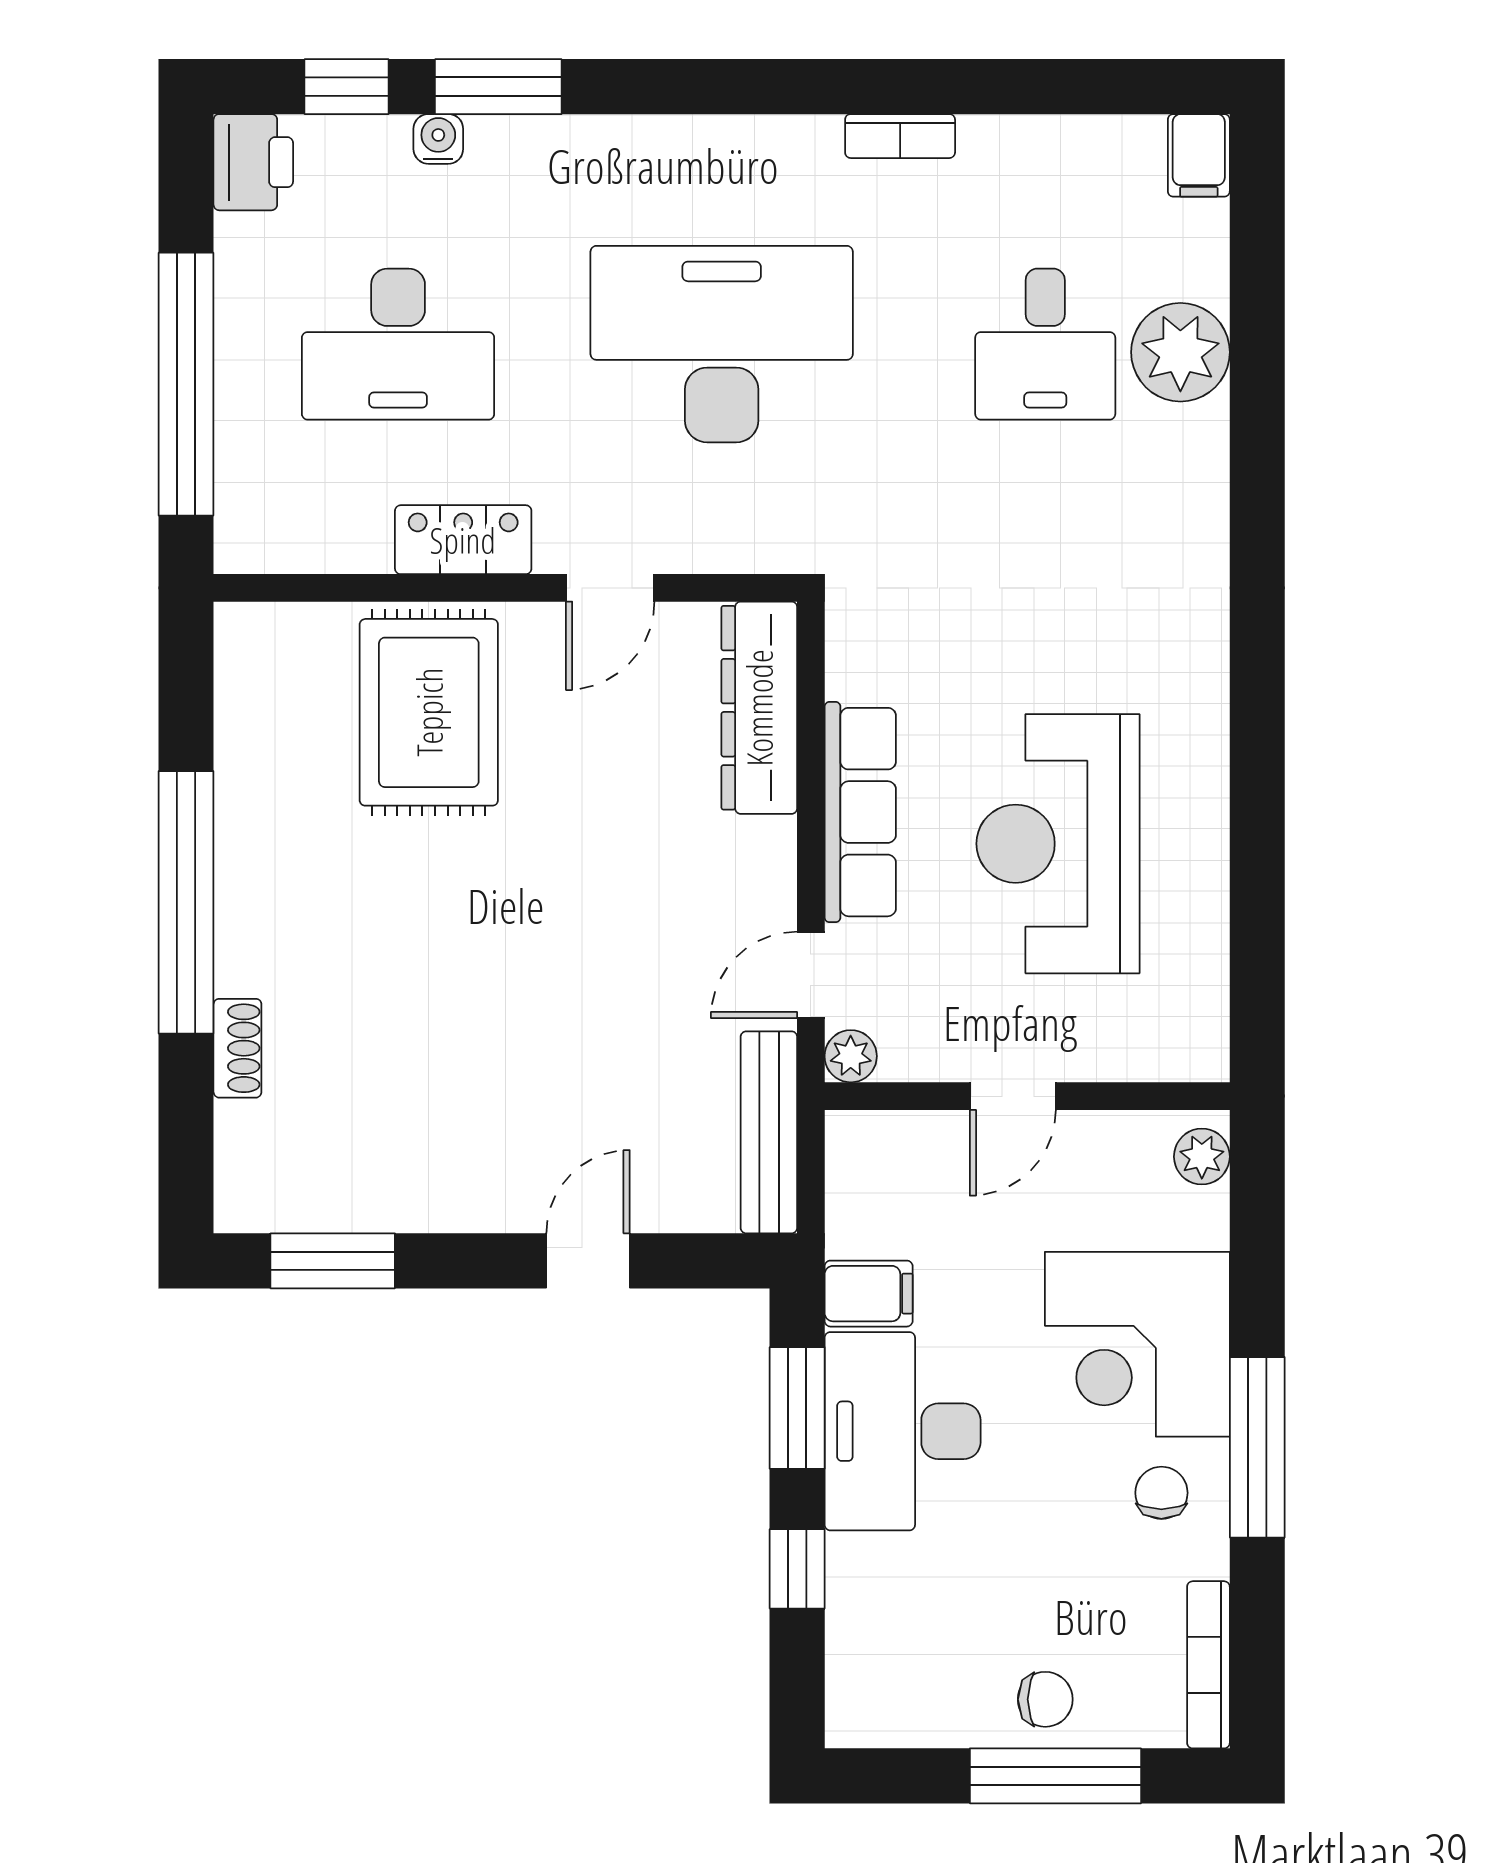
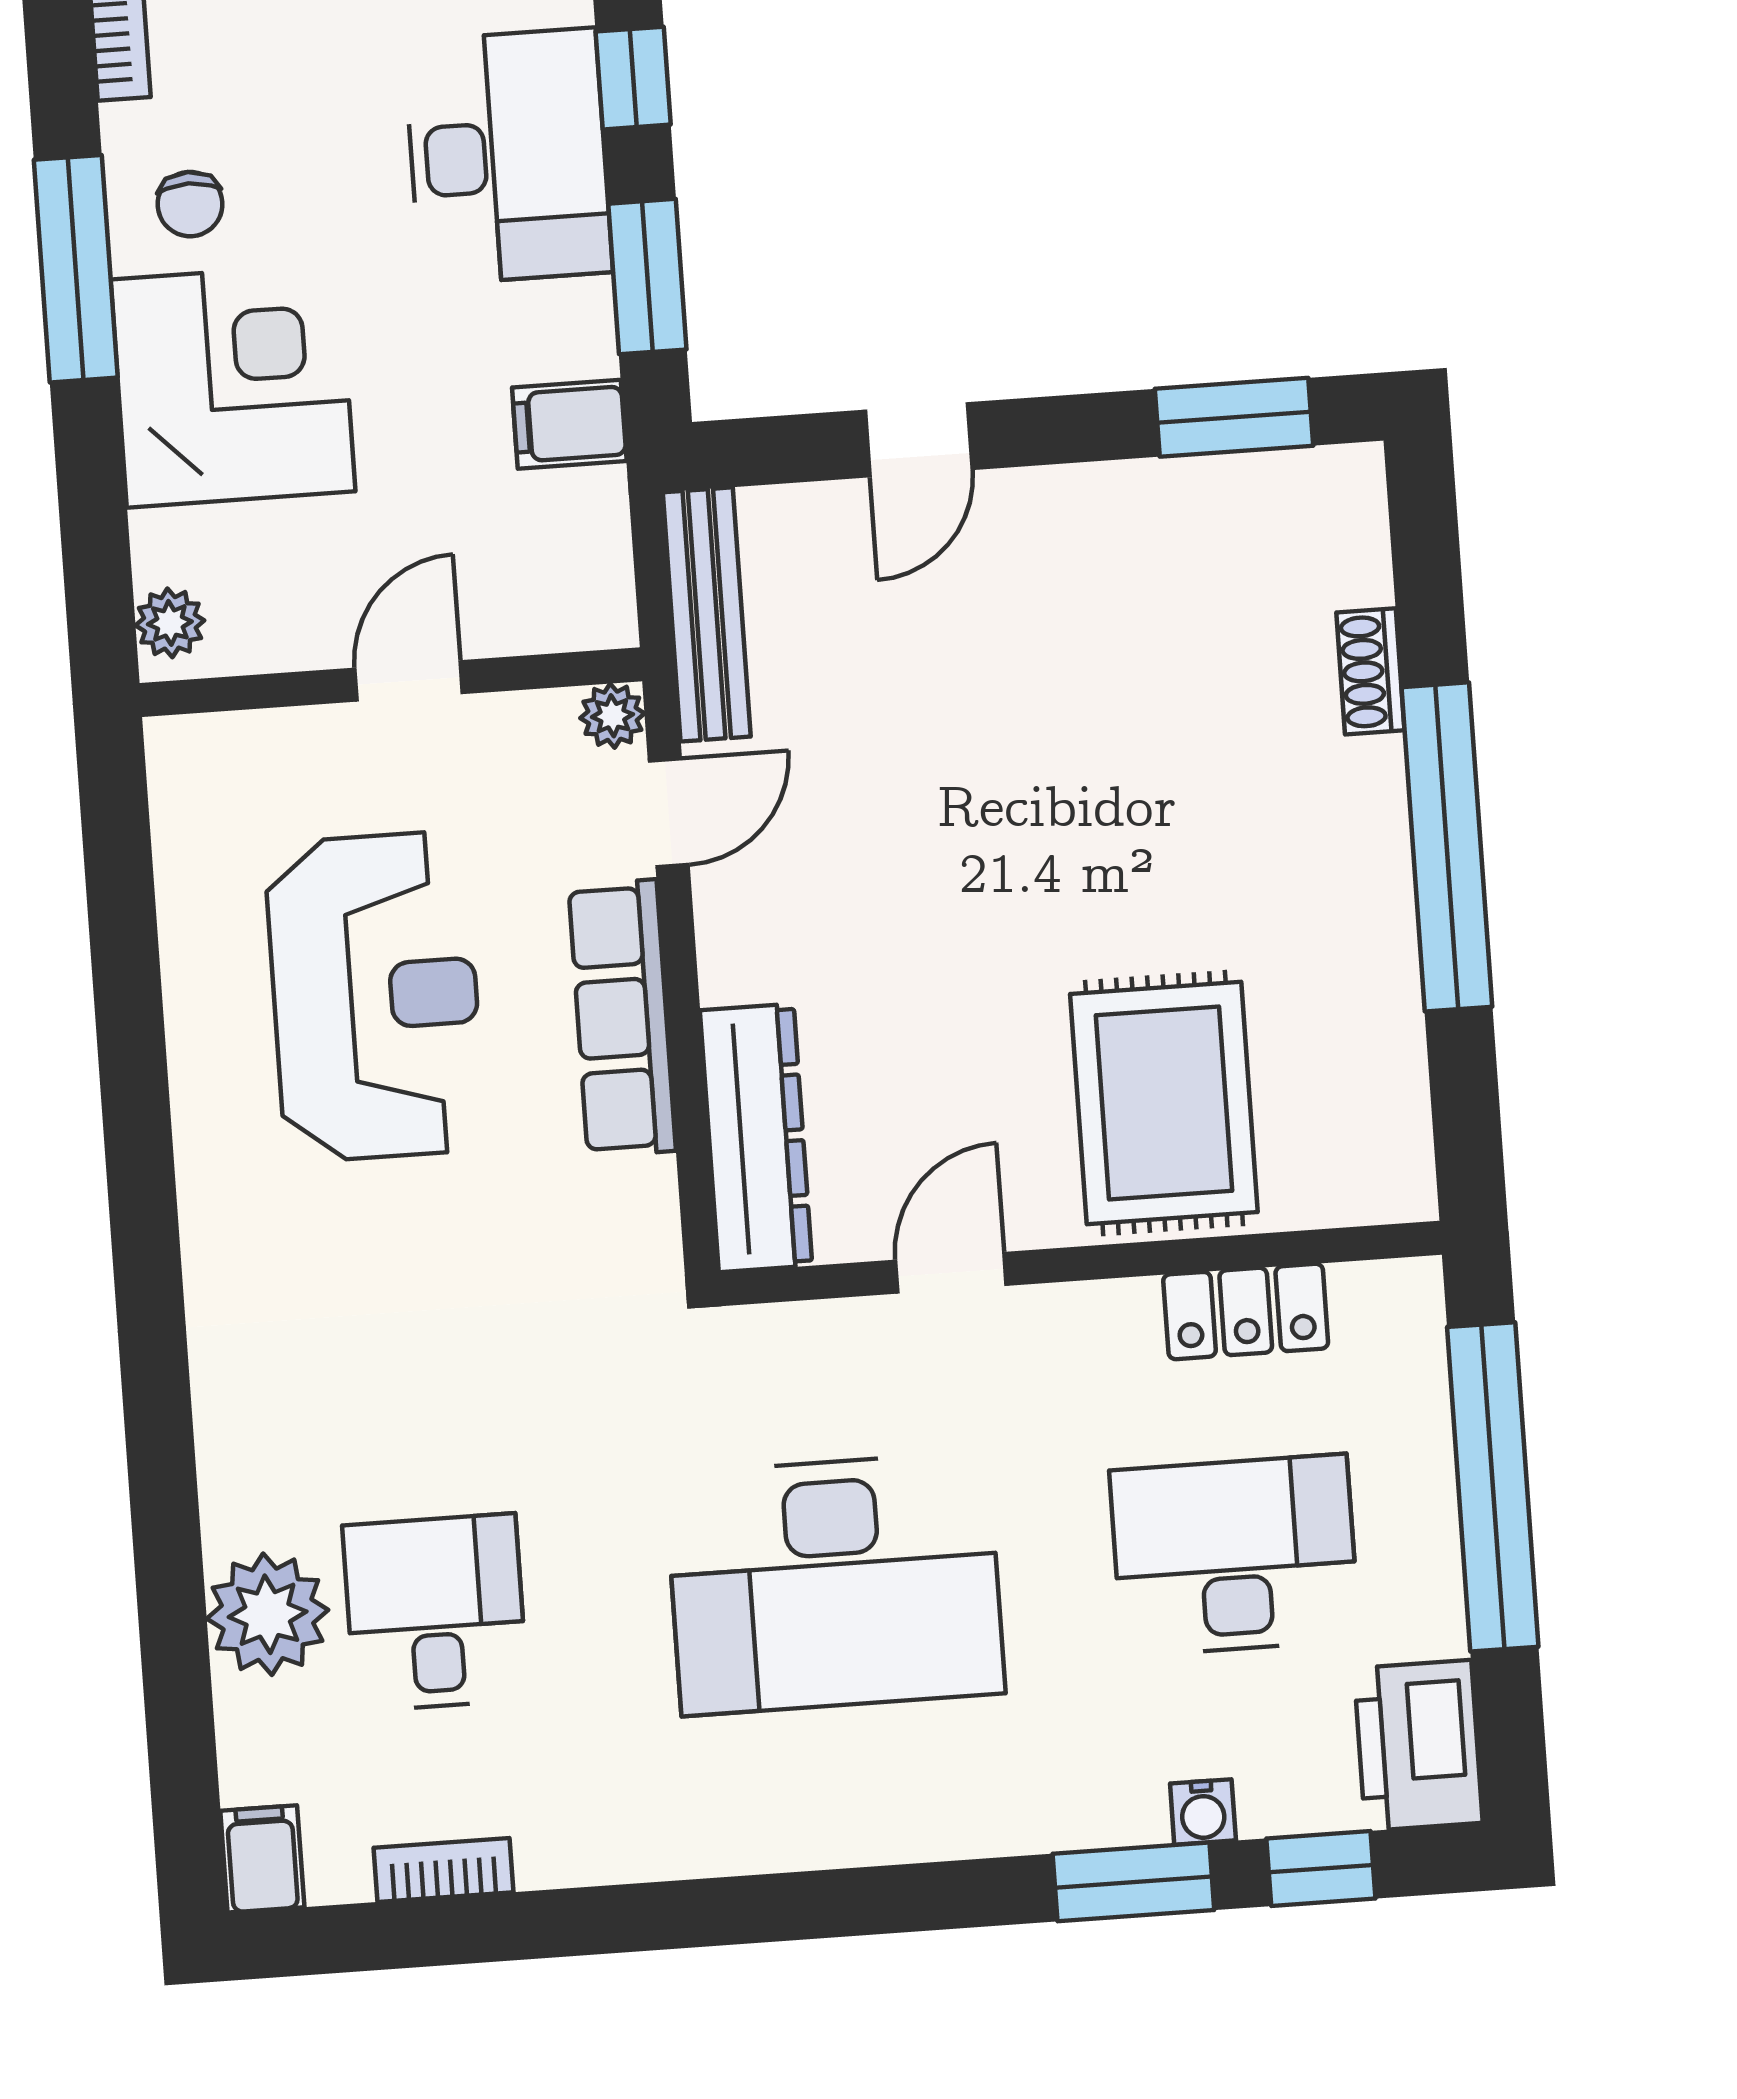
bookcase: (900, 136) -> (444, 1870), moved
printer: (253, 162) -> (1418, 1745), width x1.37, depth x1.19
locker: (463, 540) -> (1246, 1311), moved
desk: (903, 1431) -> (508, 156), moved

